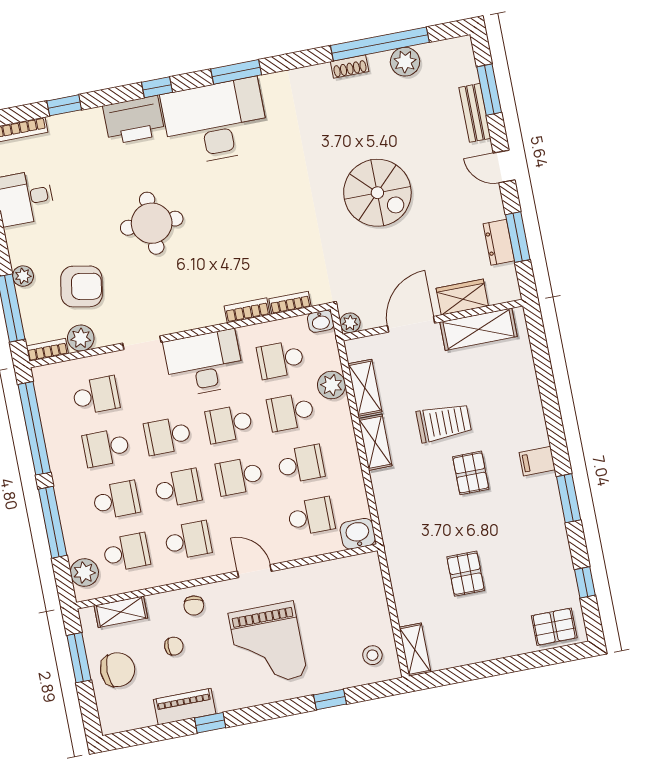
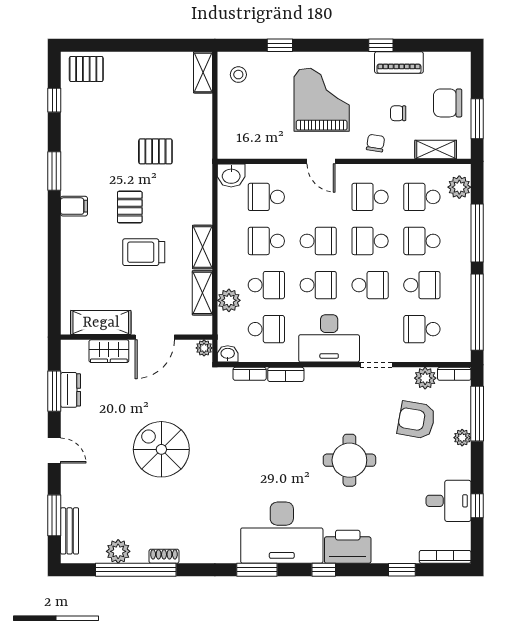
bench: (475, 113) -> (70, 531), moved
pallet: (466, 574) -> (155, 151), moved, turned 90

